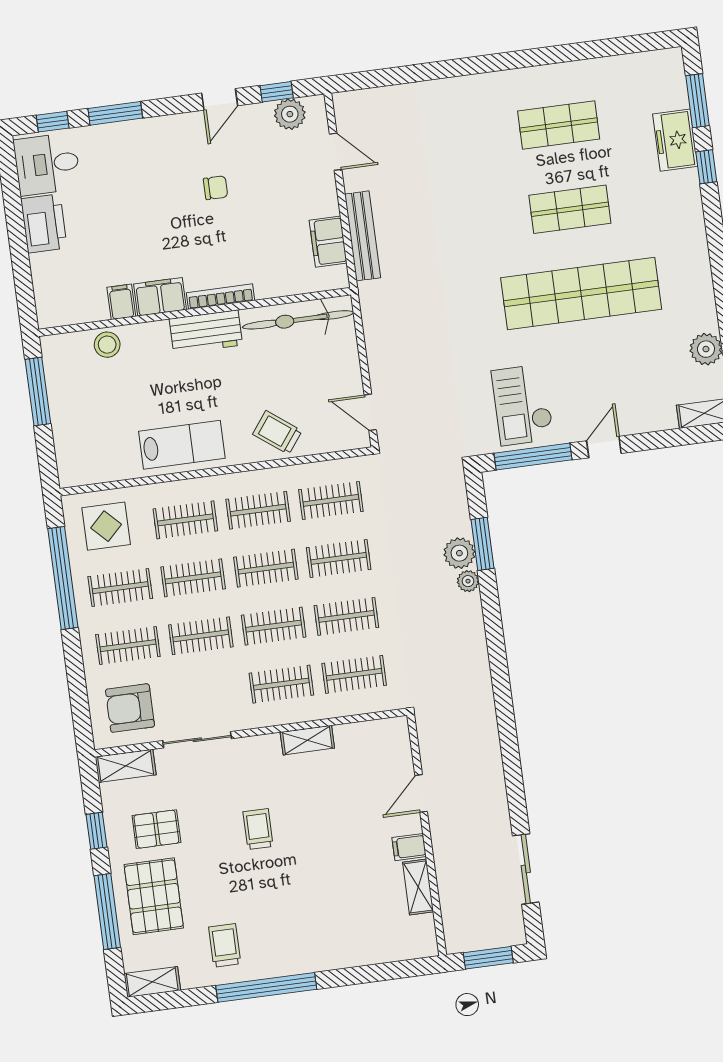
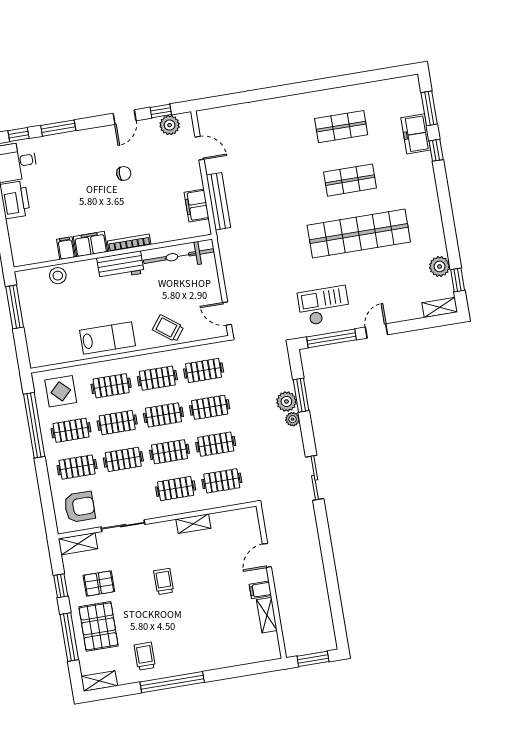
checkout: (523, 405) -> (324, 306), turned 90
armchair: (130, 708) -> (80, 507), turned 180
sliding door: (526, 869) -> (315, 478), moved

